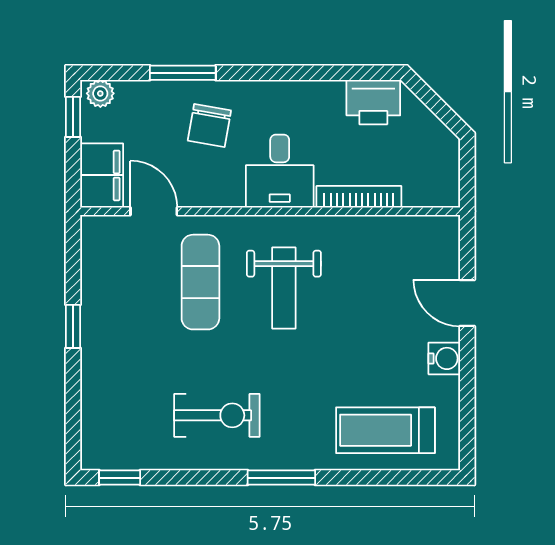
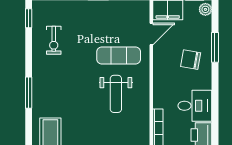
desk: (280, 171) -> (195, 106), moved, turned 180
weight bench: (284, 288) -> (116, 94), turned -90
exercise bike: (217, 415) -> (54, 40), moved, width x0.73, depth x0.72

